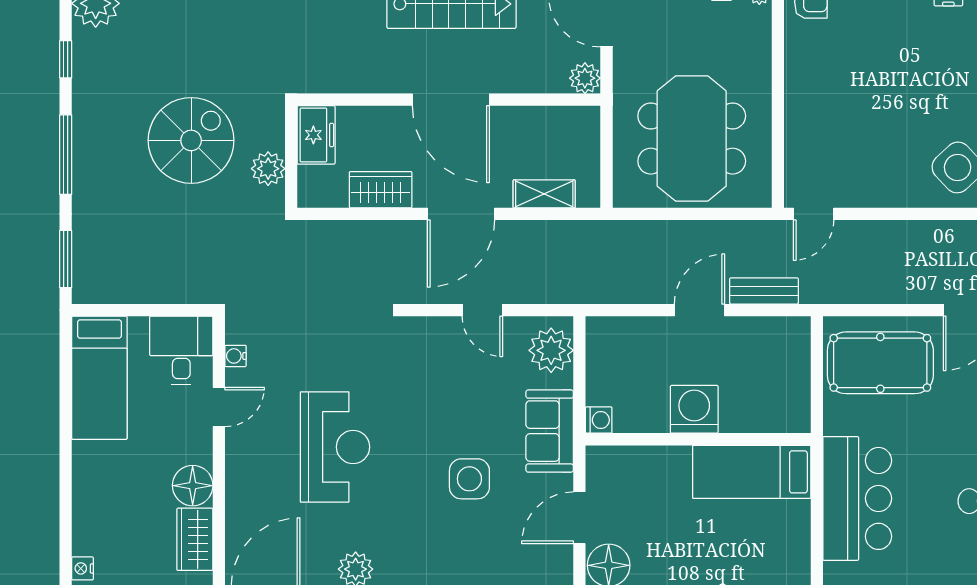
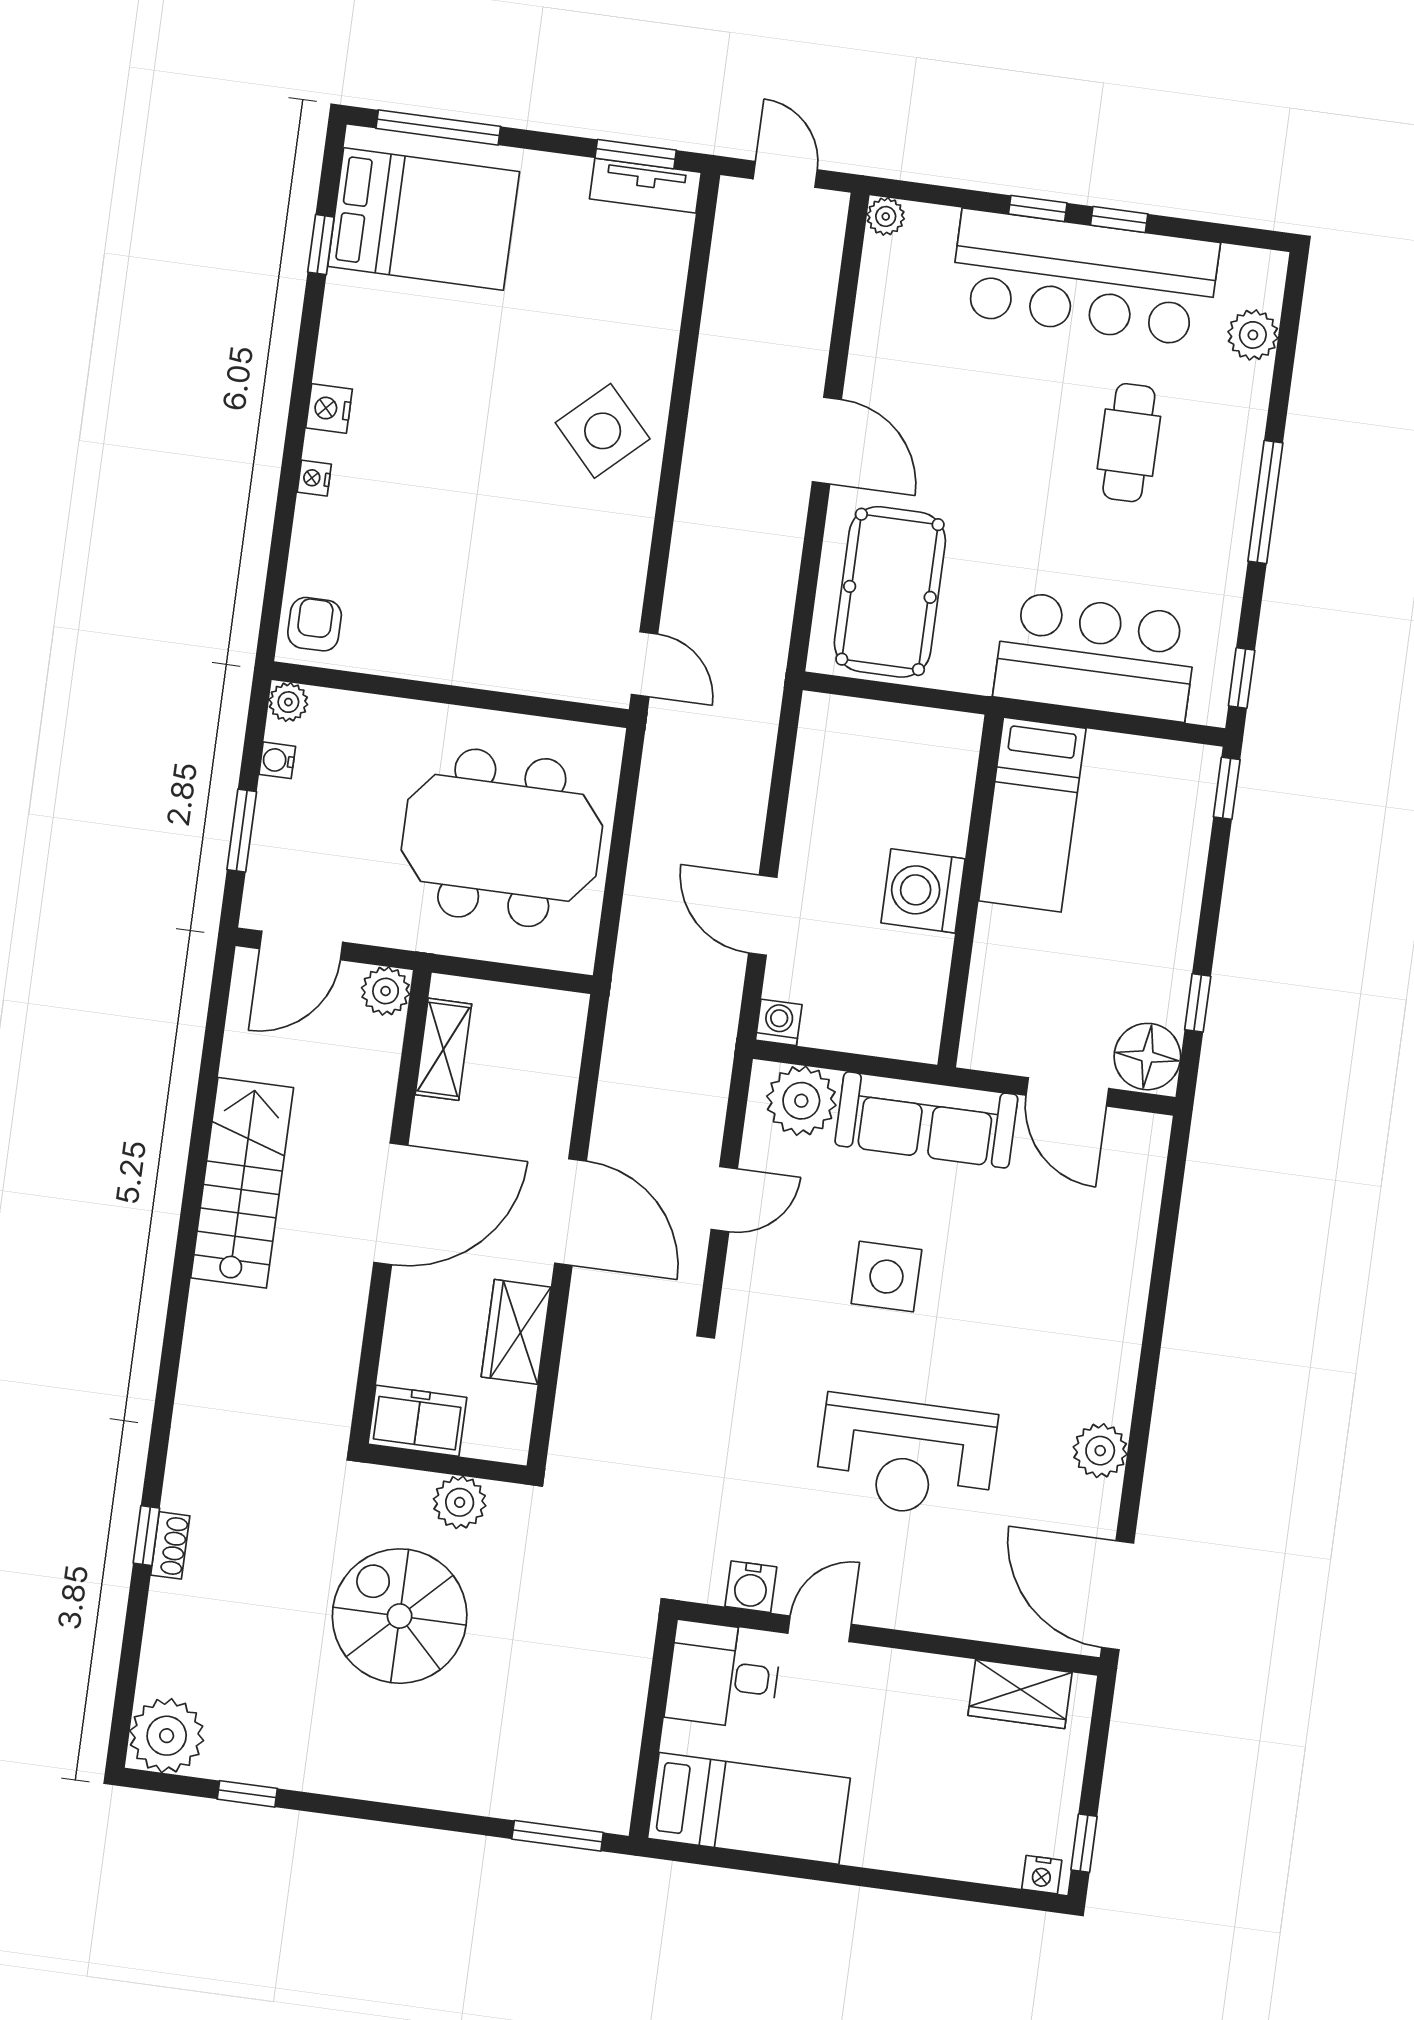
window: (66, 155) -> (395, 1814), removed
shelving: (544, 194) -> (443, 1049), moved
bench: (764, 291) -> (754, 757), removed
door: (699, 310) -> (763, 915), moved
water cooler: (236, 356) -> (751, 1587), width x1.38, depth x1.38
door: (219, 407) -> (820, 1629), hinge flipped
washing machine: (599, 420) -> (779, 1022), moved
sofa: (550, 431) -> (926, 1120), width x1.36
reception desk: (335, 447) -> (906, 1457), turned 180
side table: (469, 479) -> (886, 1277), moved
floor lamp: (193, 486) -> (936, 1686), removed

